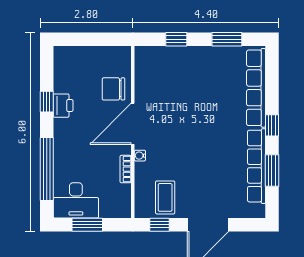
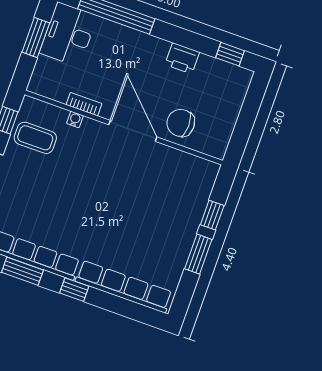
window: (227, 39) -> (198, 254), moved
chair: (113, 89) -> (181, 123), turned -90
window: (47, 102) -> (230, 54), moved
water cooler: (140, 156) -> (75, 119), moved

